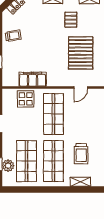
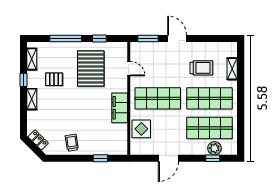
pallet: (81, 53) -> (91, 68), turned 90
filing cabinet: (33, 79) -> (120, 108), moved

